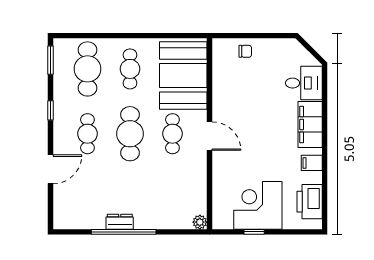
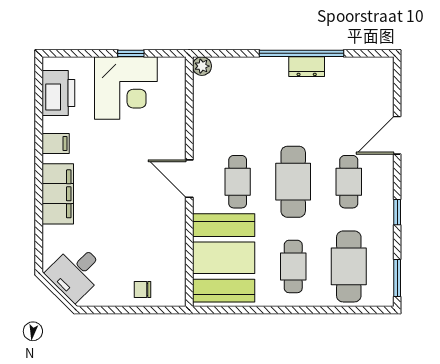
desk: (304, 83) -> (76, 272), moved, turned -45

